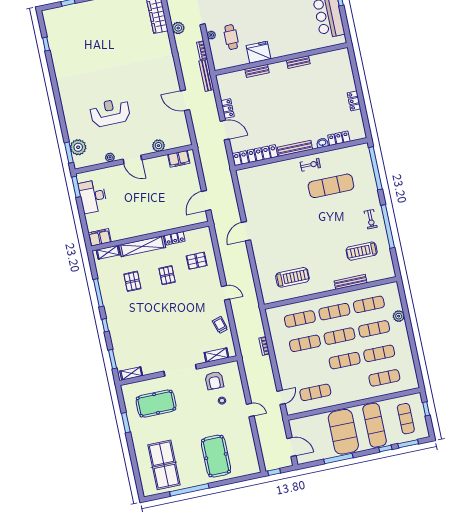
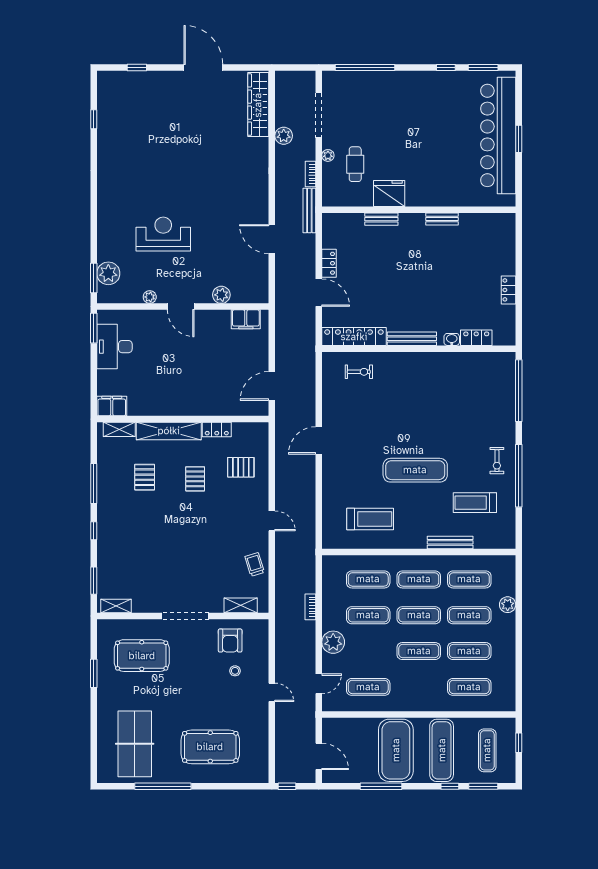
exercise bike: (310, 165) -> (359, 372), moved
exercise mat: (331, 186) -> (415, 470), moved
plant: (285, 367) -> (333, 642), added
pool table: (216, 456) -> (210, 747), turned 90

